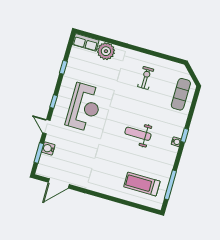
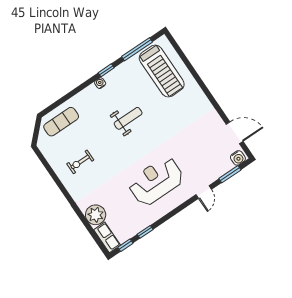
window: (54, 101) -> (125, 245), moved
weight bench: (138, 134) -> (128, 118), turned -90
window: (185, 135) -> (106, 70), moved
water cooler: (48, 148) -> (238, 158), moved
treadmill: (142, 184) -> (162, 71), width x1.37, depth x1.38

